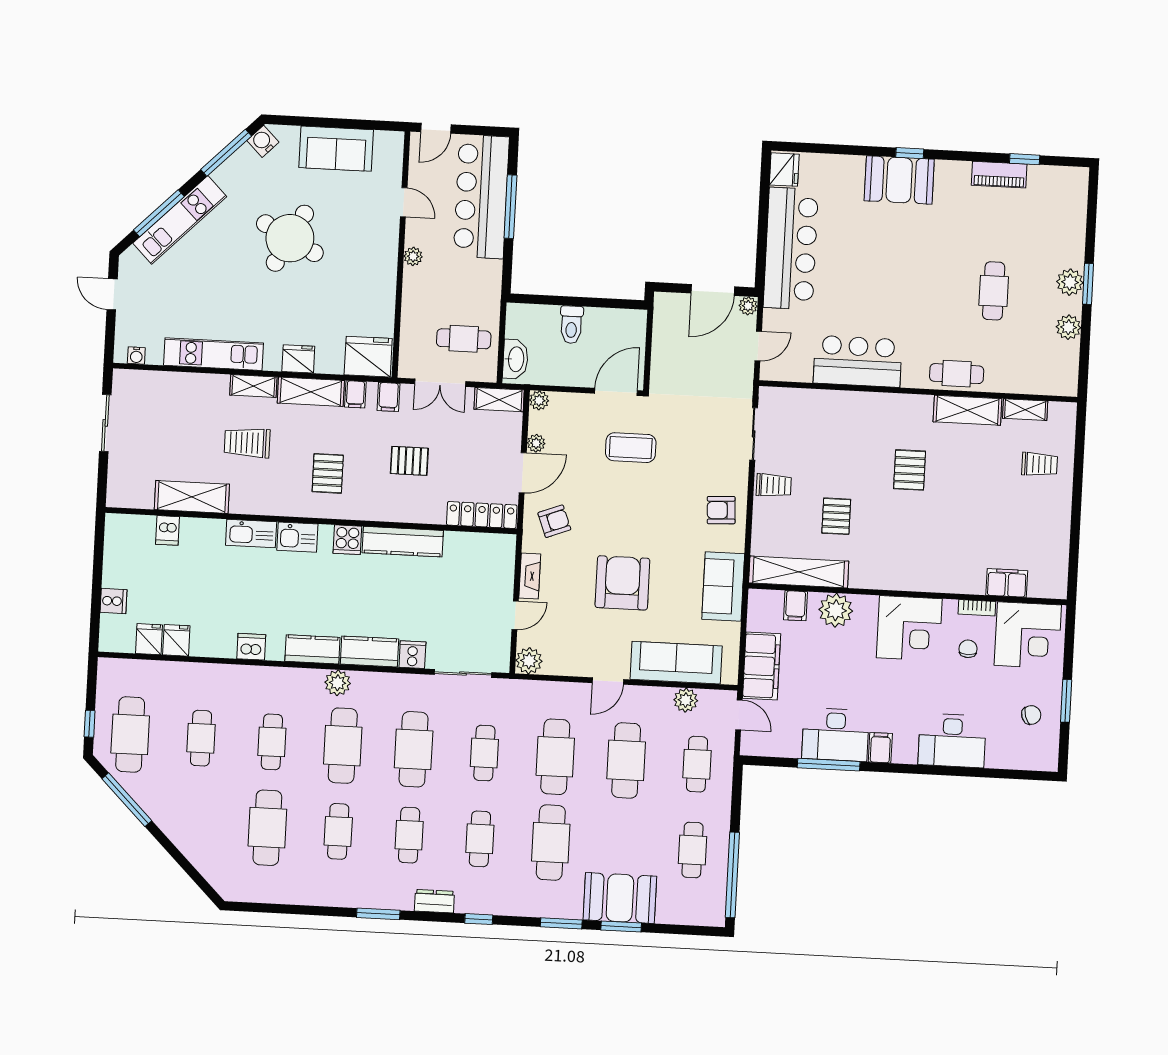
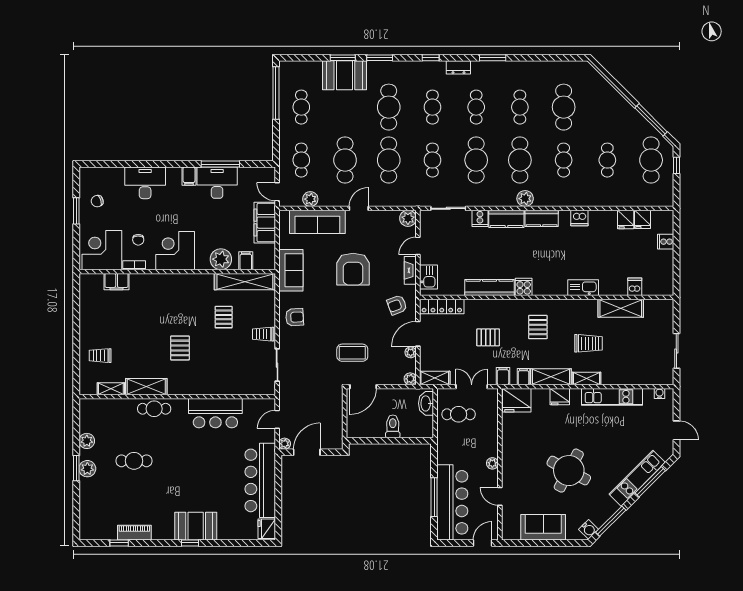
cafe table: (994, 291) -> (134, 461), turned 90
kitchen sink: (297, 537) -> (428, 277), moved, turned 90

